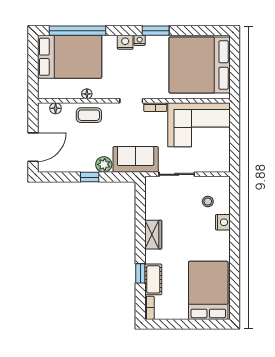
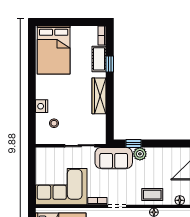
window: (90, 177) -> (133, 143), moved
wardrobe: (153, 235) -> (99, 96), width x1.50

